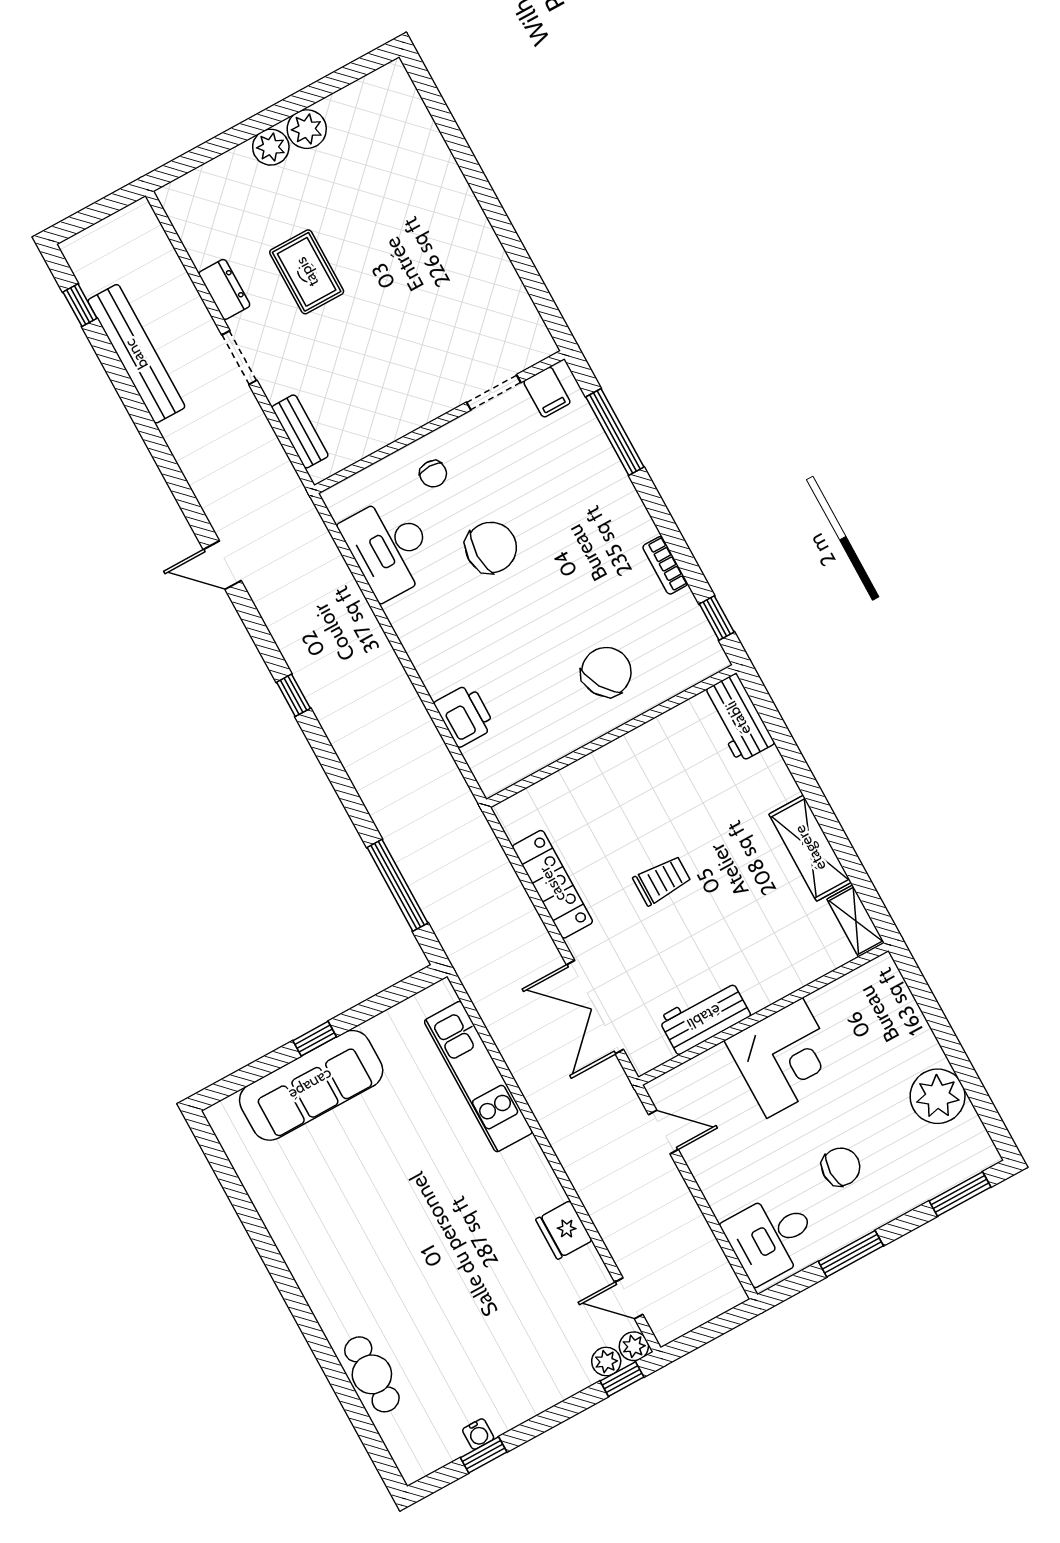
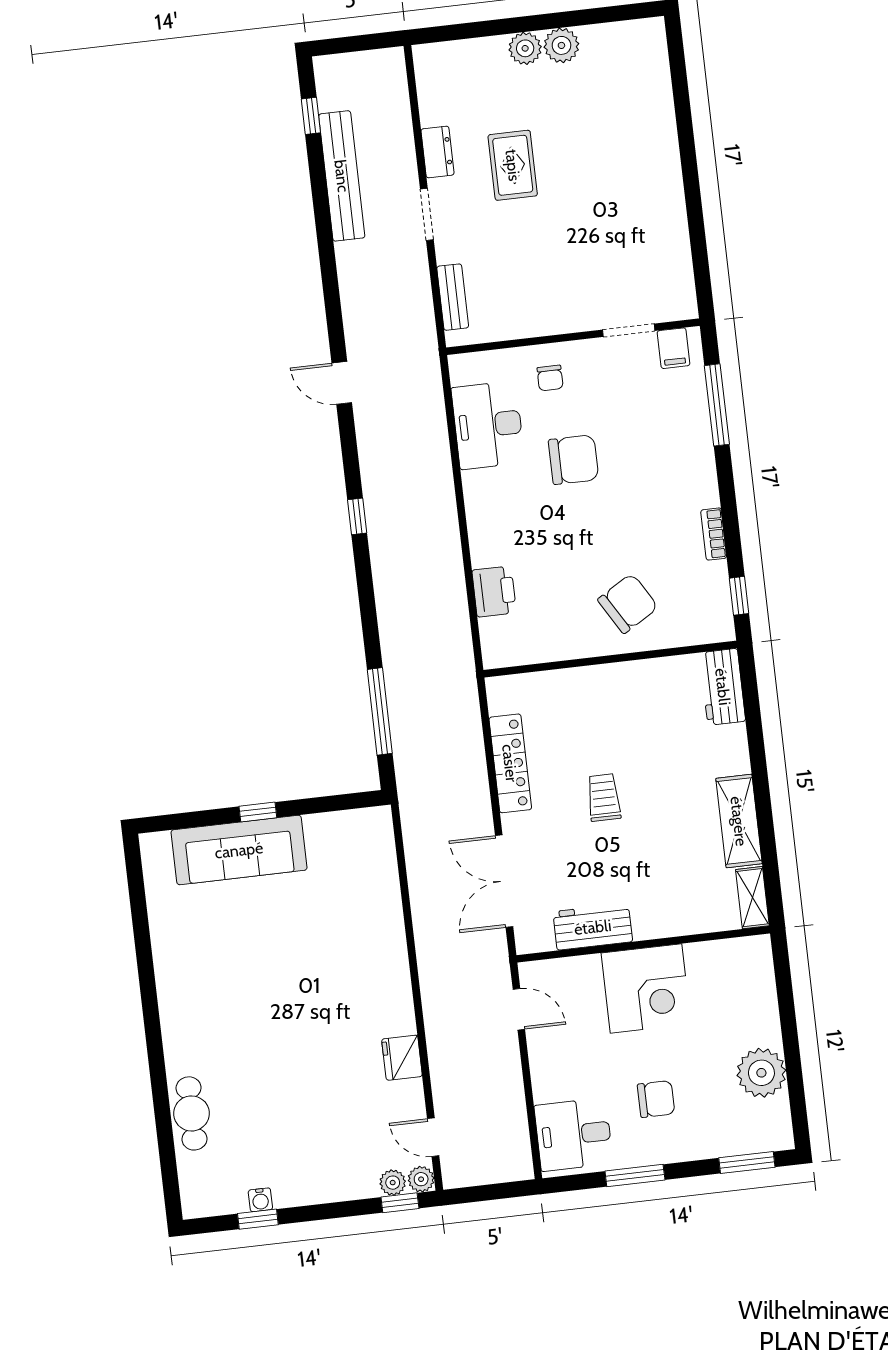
trolley: (662, 880) -> (604, 797), turned -90
kitchen unit: (478, 1077) -> (382, 900), removed

